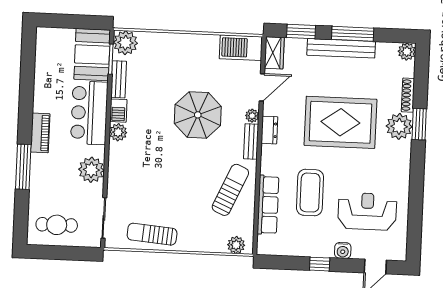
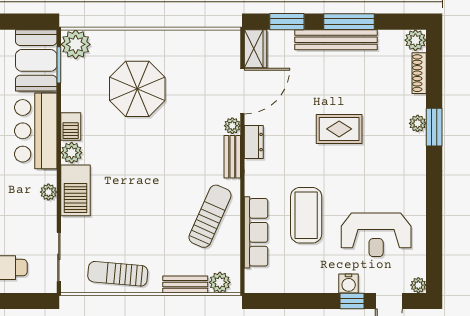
barbecue: (241, 48) -> (75, 190), moved, turned -90
bench: (119, 79) -> (185, 284), moved, turned 90
door: (262, 87) -> (242, 91), width x1.36
shoe rack: (408, 95) -> (419, 73), moved
parasol: (198, 115) -> (137, 89), moved
rug: (340, 122) -> (339, 129), width x0.54, depth x0.49
plant: (399, 126) -> (418, 123), width x0.53, depth x0.53
plant: (91, 170) -> (48, 192), width x0.53, depth x0.53
reception desk: (367, 211) -> (376, 235), turned 180
plant: (400, 254) -> (418, 285), added
window: (320, 264) -> (352, 301), moved

